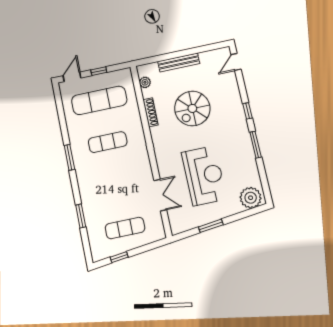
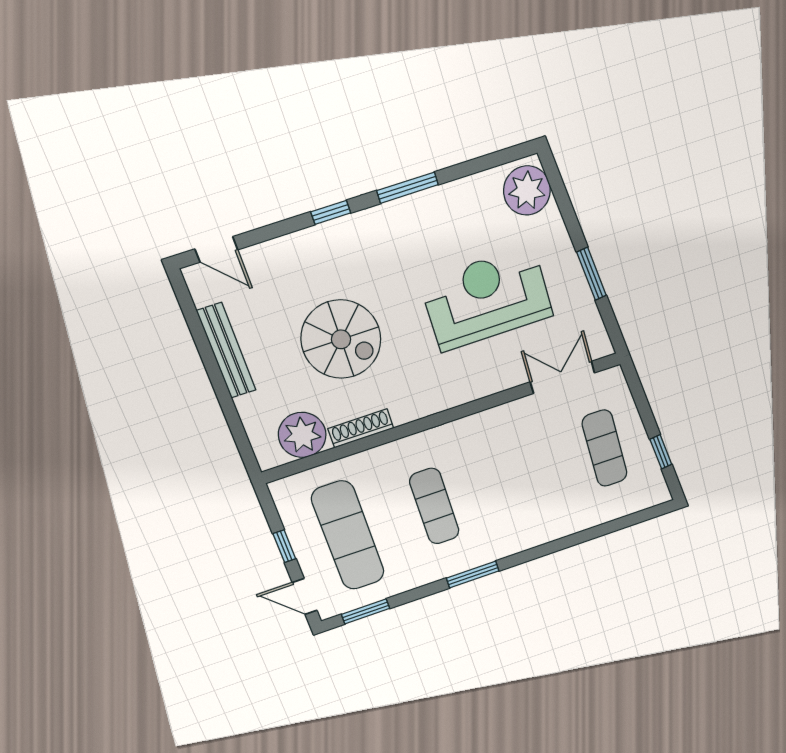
bench: (179, 62) -> (226, 351), moved
plant: (145, 82) -> (302, 435), width x1.87, depth x1.87
double door: (160, 195) -> (562, 377), moved
window: (81, 216) -> (366, 611), moved

